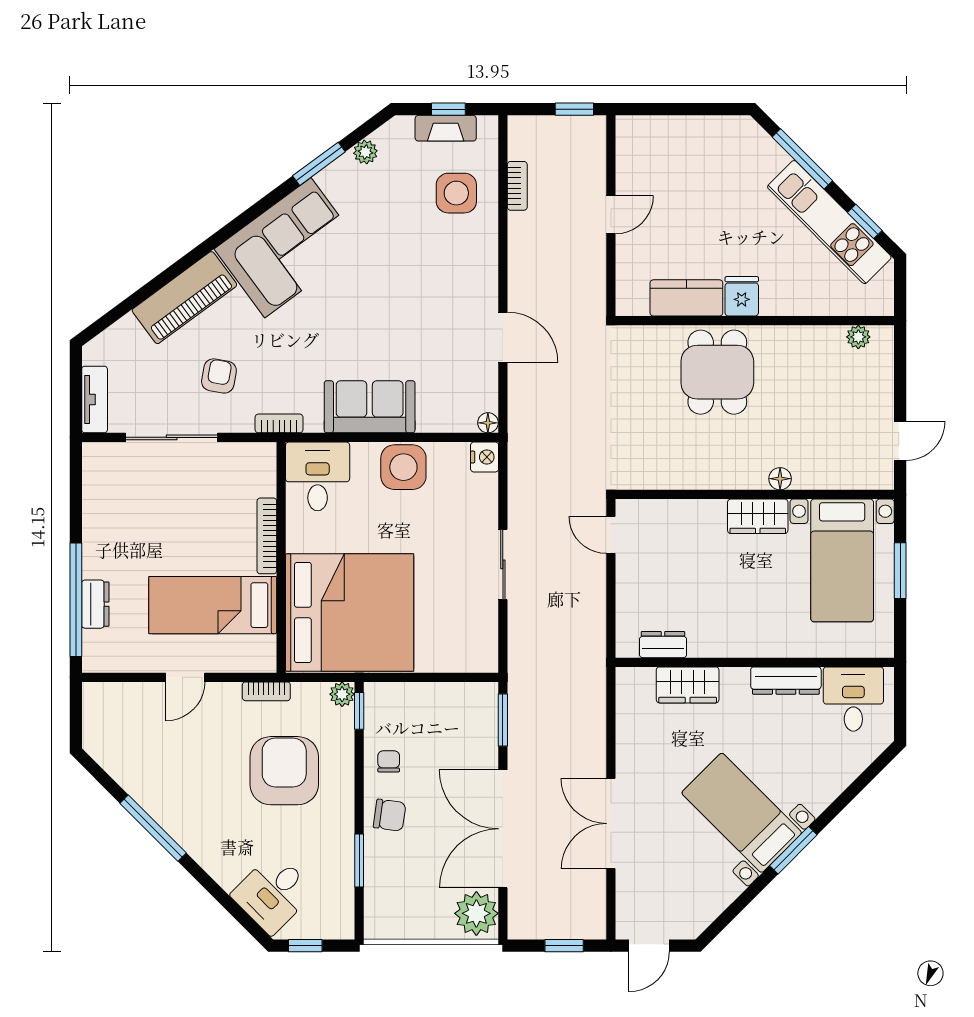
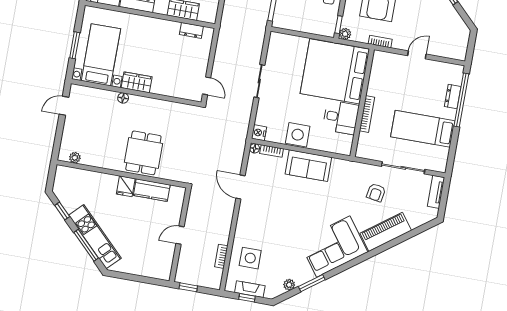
kitchen unit: (829, 222) -> (95, 237), moved
bookcase: (279, 423) -> (272, 151), moved
desk: (318, 476) -> (341, 117), moved, turned -90
bed: (213, 605) -> (423, 129), moved, turned 180

